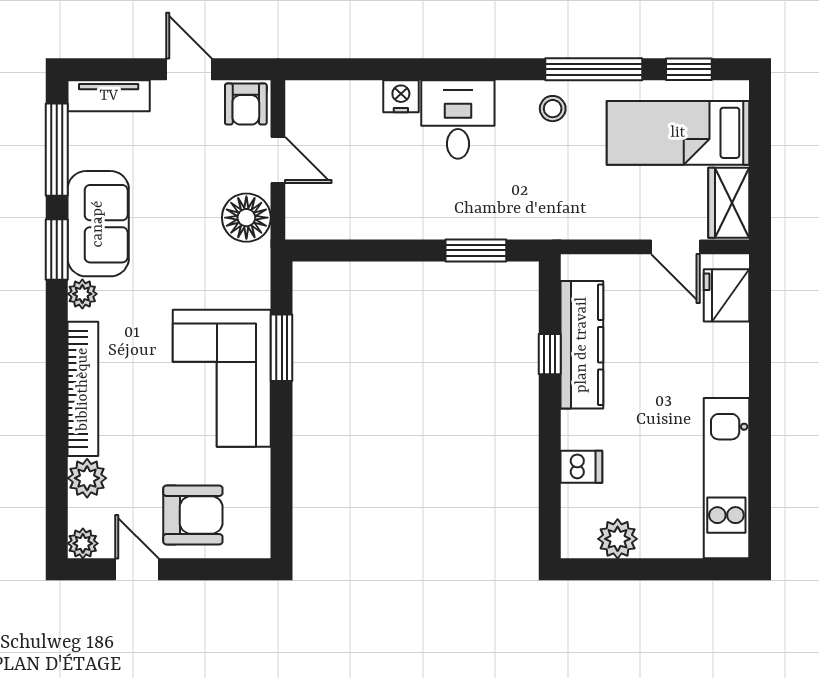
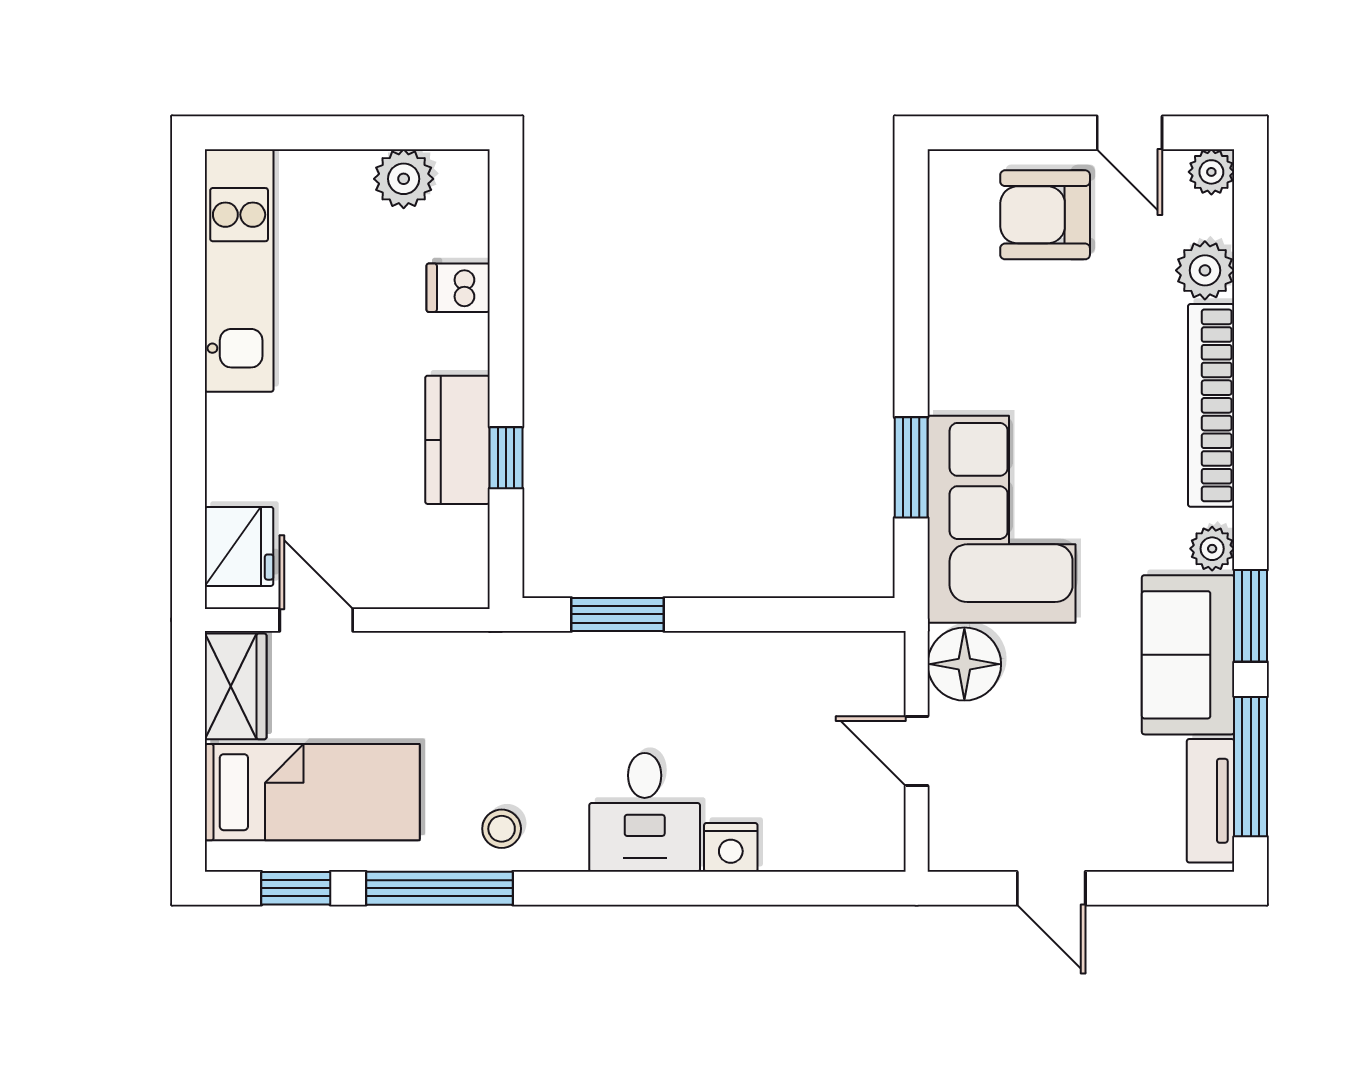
tv unit: (109, 96) -> (1211, 801), moved, turned -90
armchair: (246, 104) -> (965, 836), removed
kitchen counter: (582, 345) -> (457, 440), width x0.67
corner sofa: (222, 378) -> (1001, 519), moved

